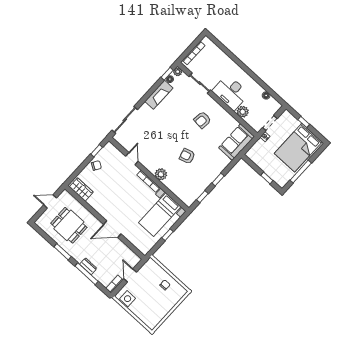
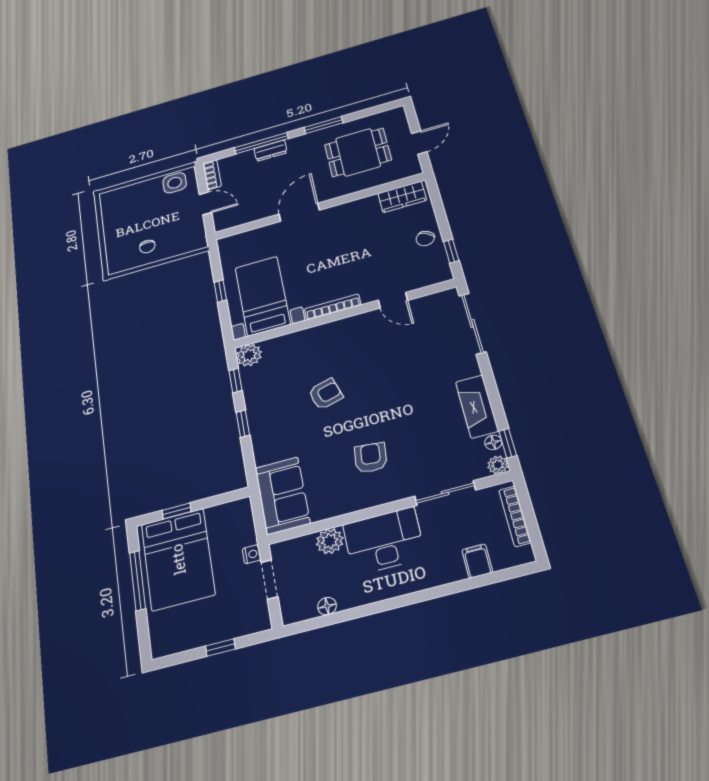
filing cabinet: (218, 55) -> (477, 561), added
bed: (298, 148) -> (178, 559), moved, turned 180
plant: (161, 174) -> (249, 355), moved

